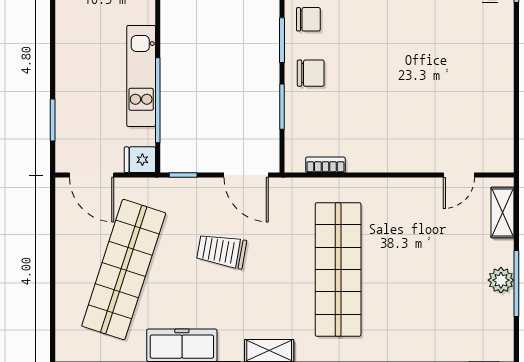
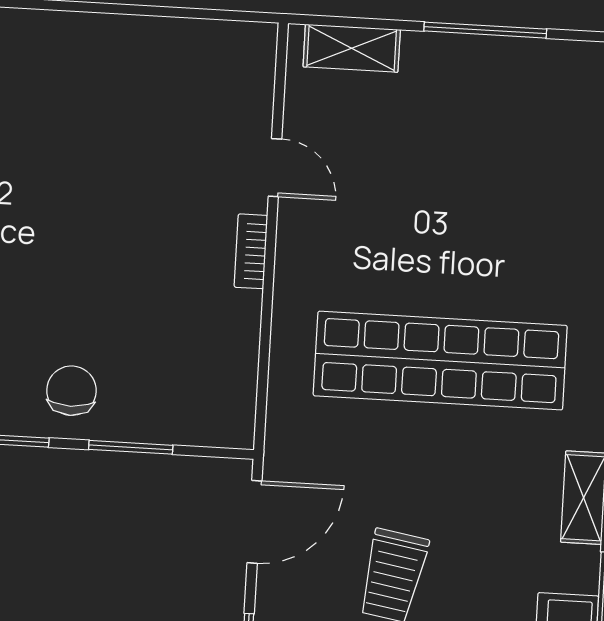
bookcase: (325, 165) -> (251, 251), moved
door: (459, 175) -> (275, 168), moved
plant: (501, 280) -> (478, 58), removed

